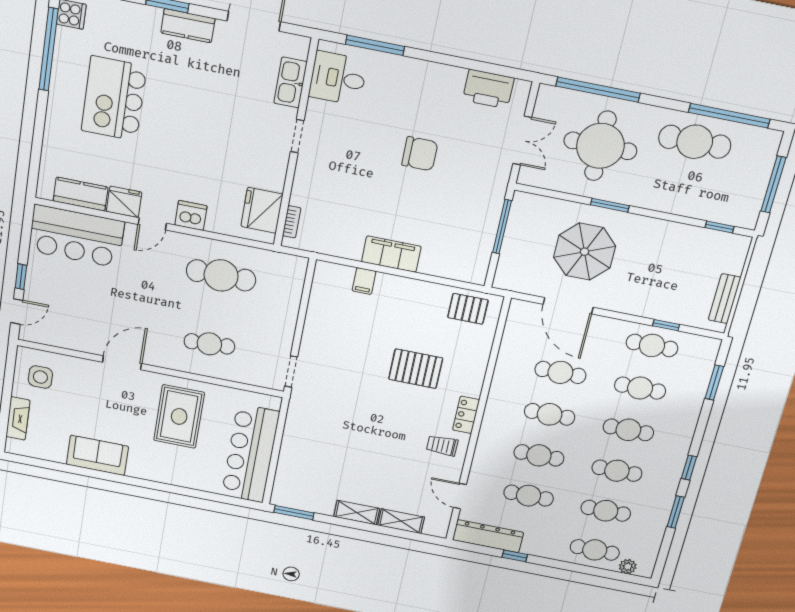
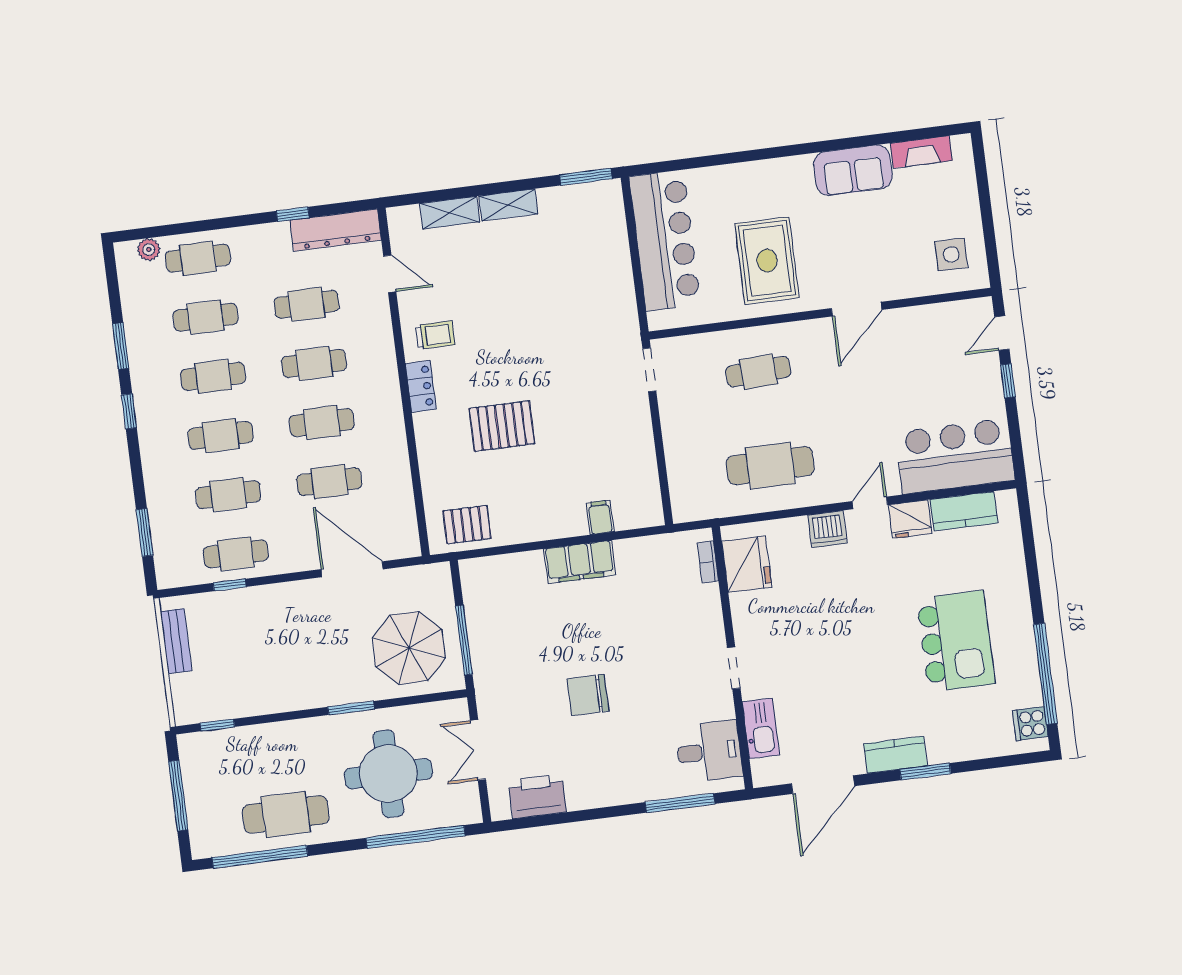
parasol: (585, 252) -> (409, 648), moved
fireplace: (18, 418) -> (921, 152), moved, turned -90

